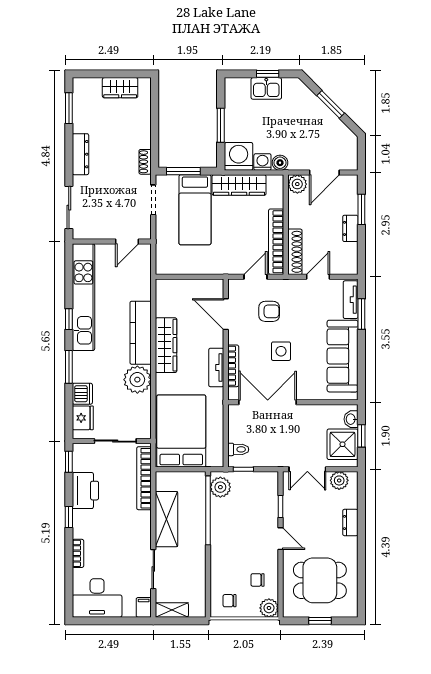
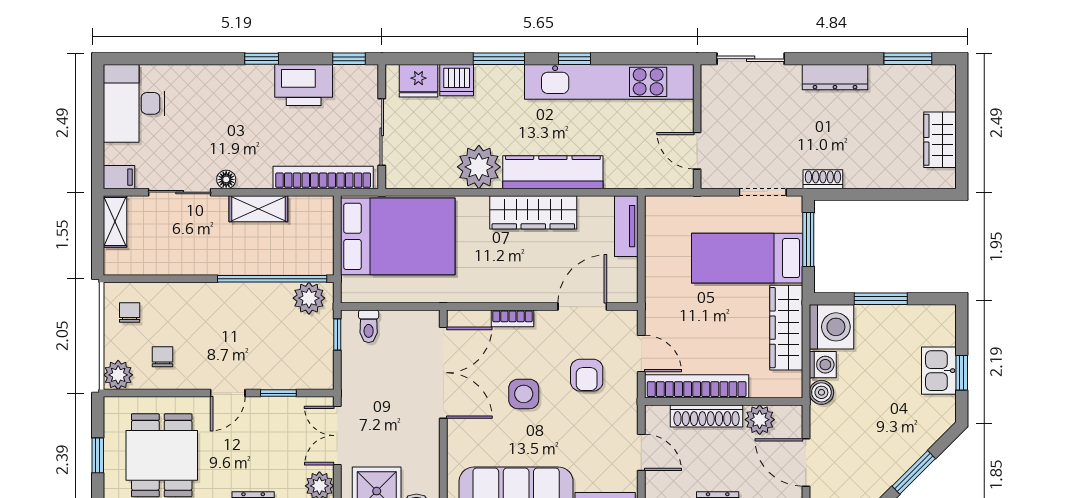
plant: (297, 184) -> (760, 420), moved
shoe rack: (295, 252) -> (707, 416), moved
bookcase: (233, 366) -> (513, 318), width x0.64
tv unit: (216, 367) -> (626, 226), moved, turned -90
shelving: (167, 519) -> (258, 209), width x0.67, depth x0.75
floor lamp: (145, 540) -> (226, 179), added
bookcase: (78, 553) -> (204, 73), removed

